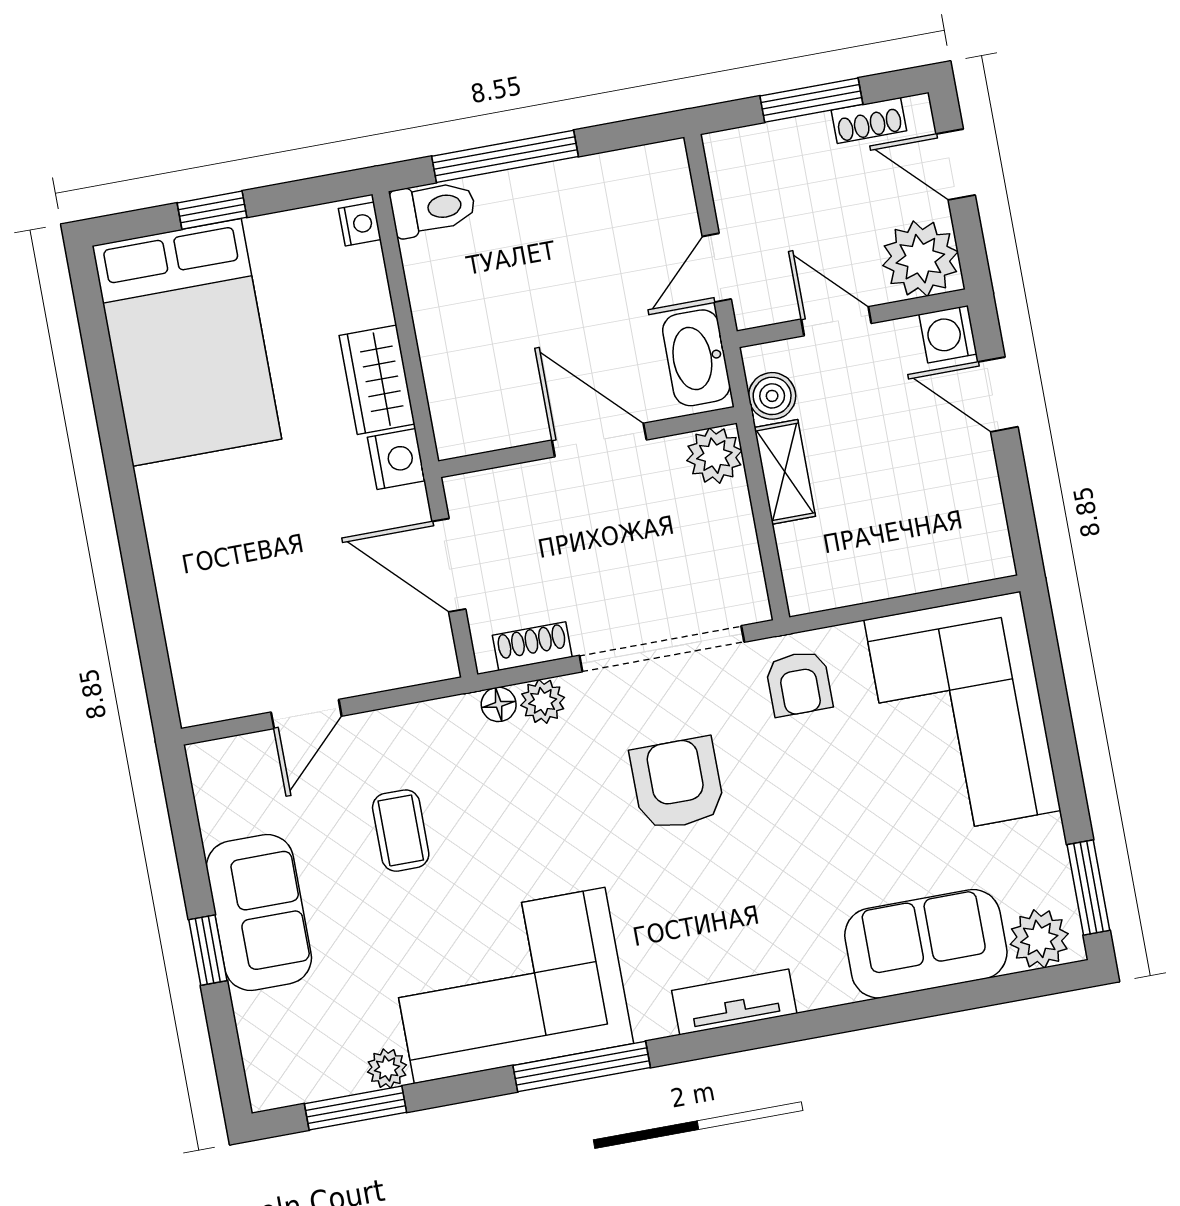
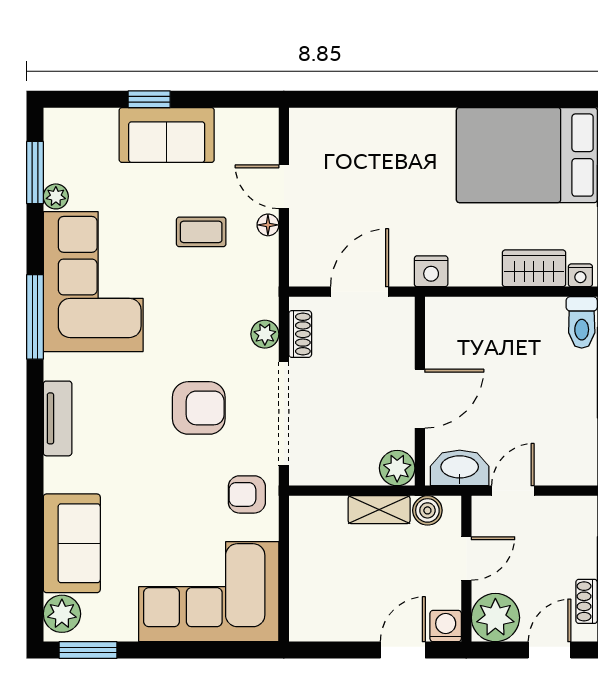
door: (717, 268) -> (513, 491), hinge flipped
wardrobe: (377, 380) -> (534, 268), moved
floor lamp: (499, 704) -> (268, 225), moved

